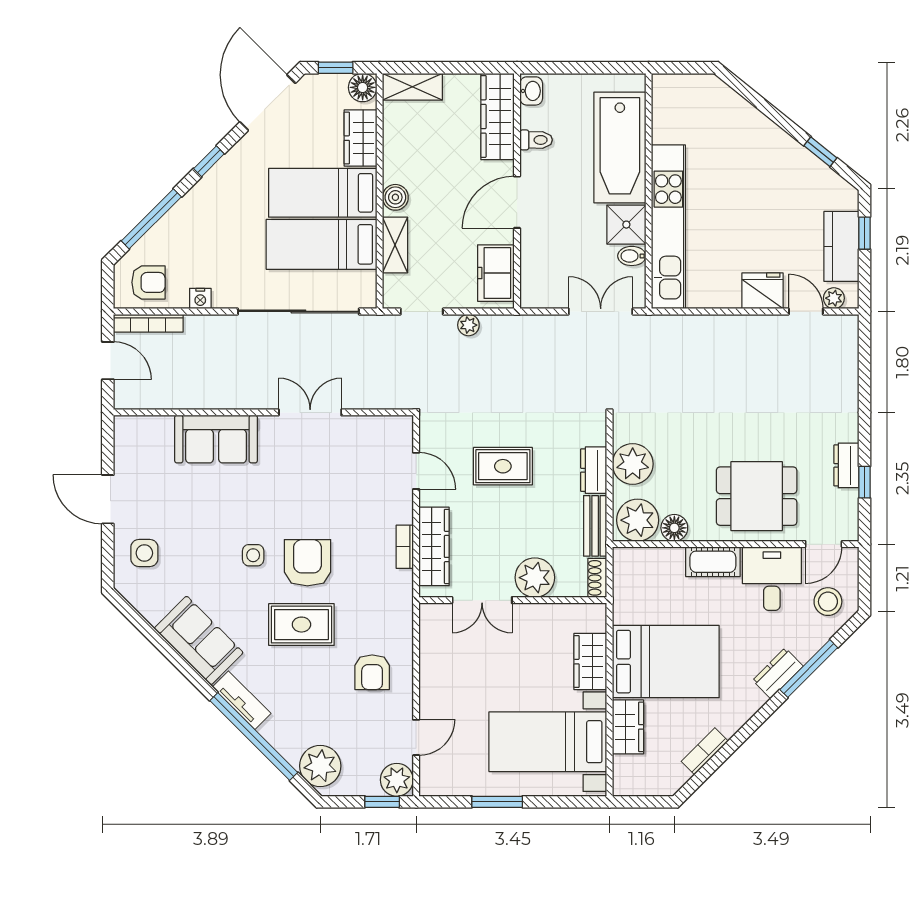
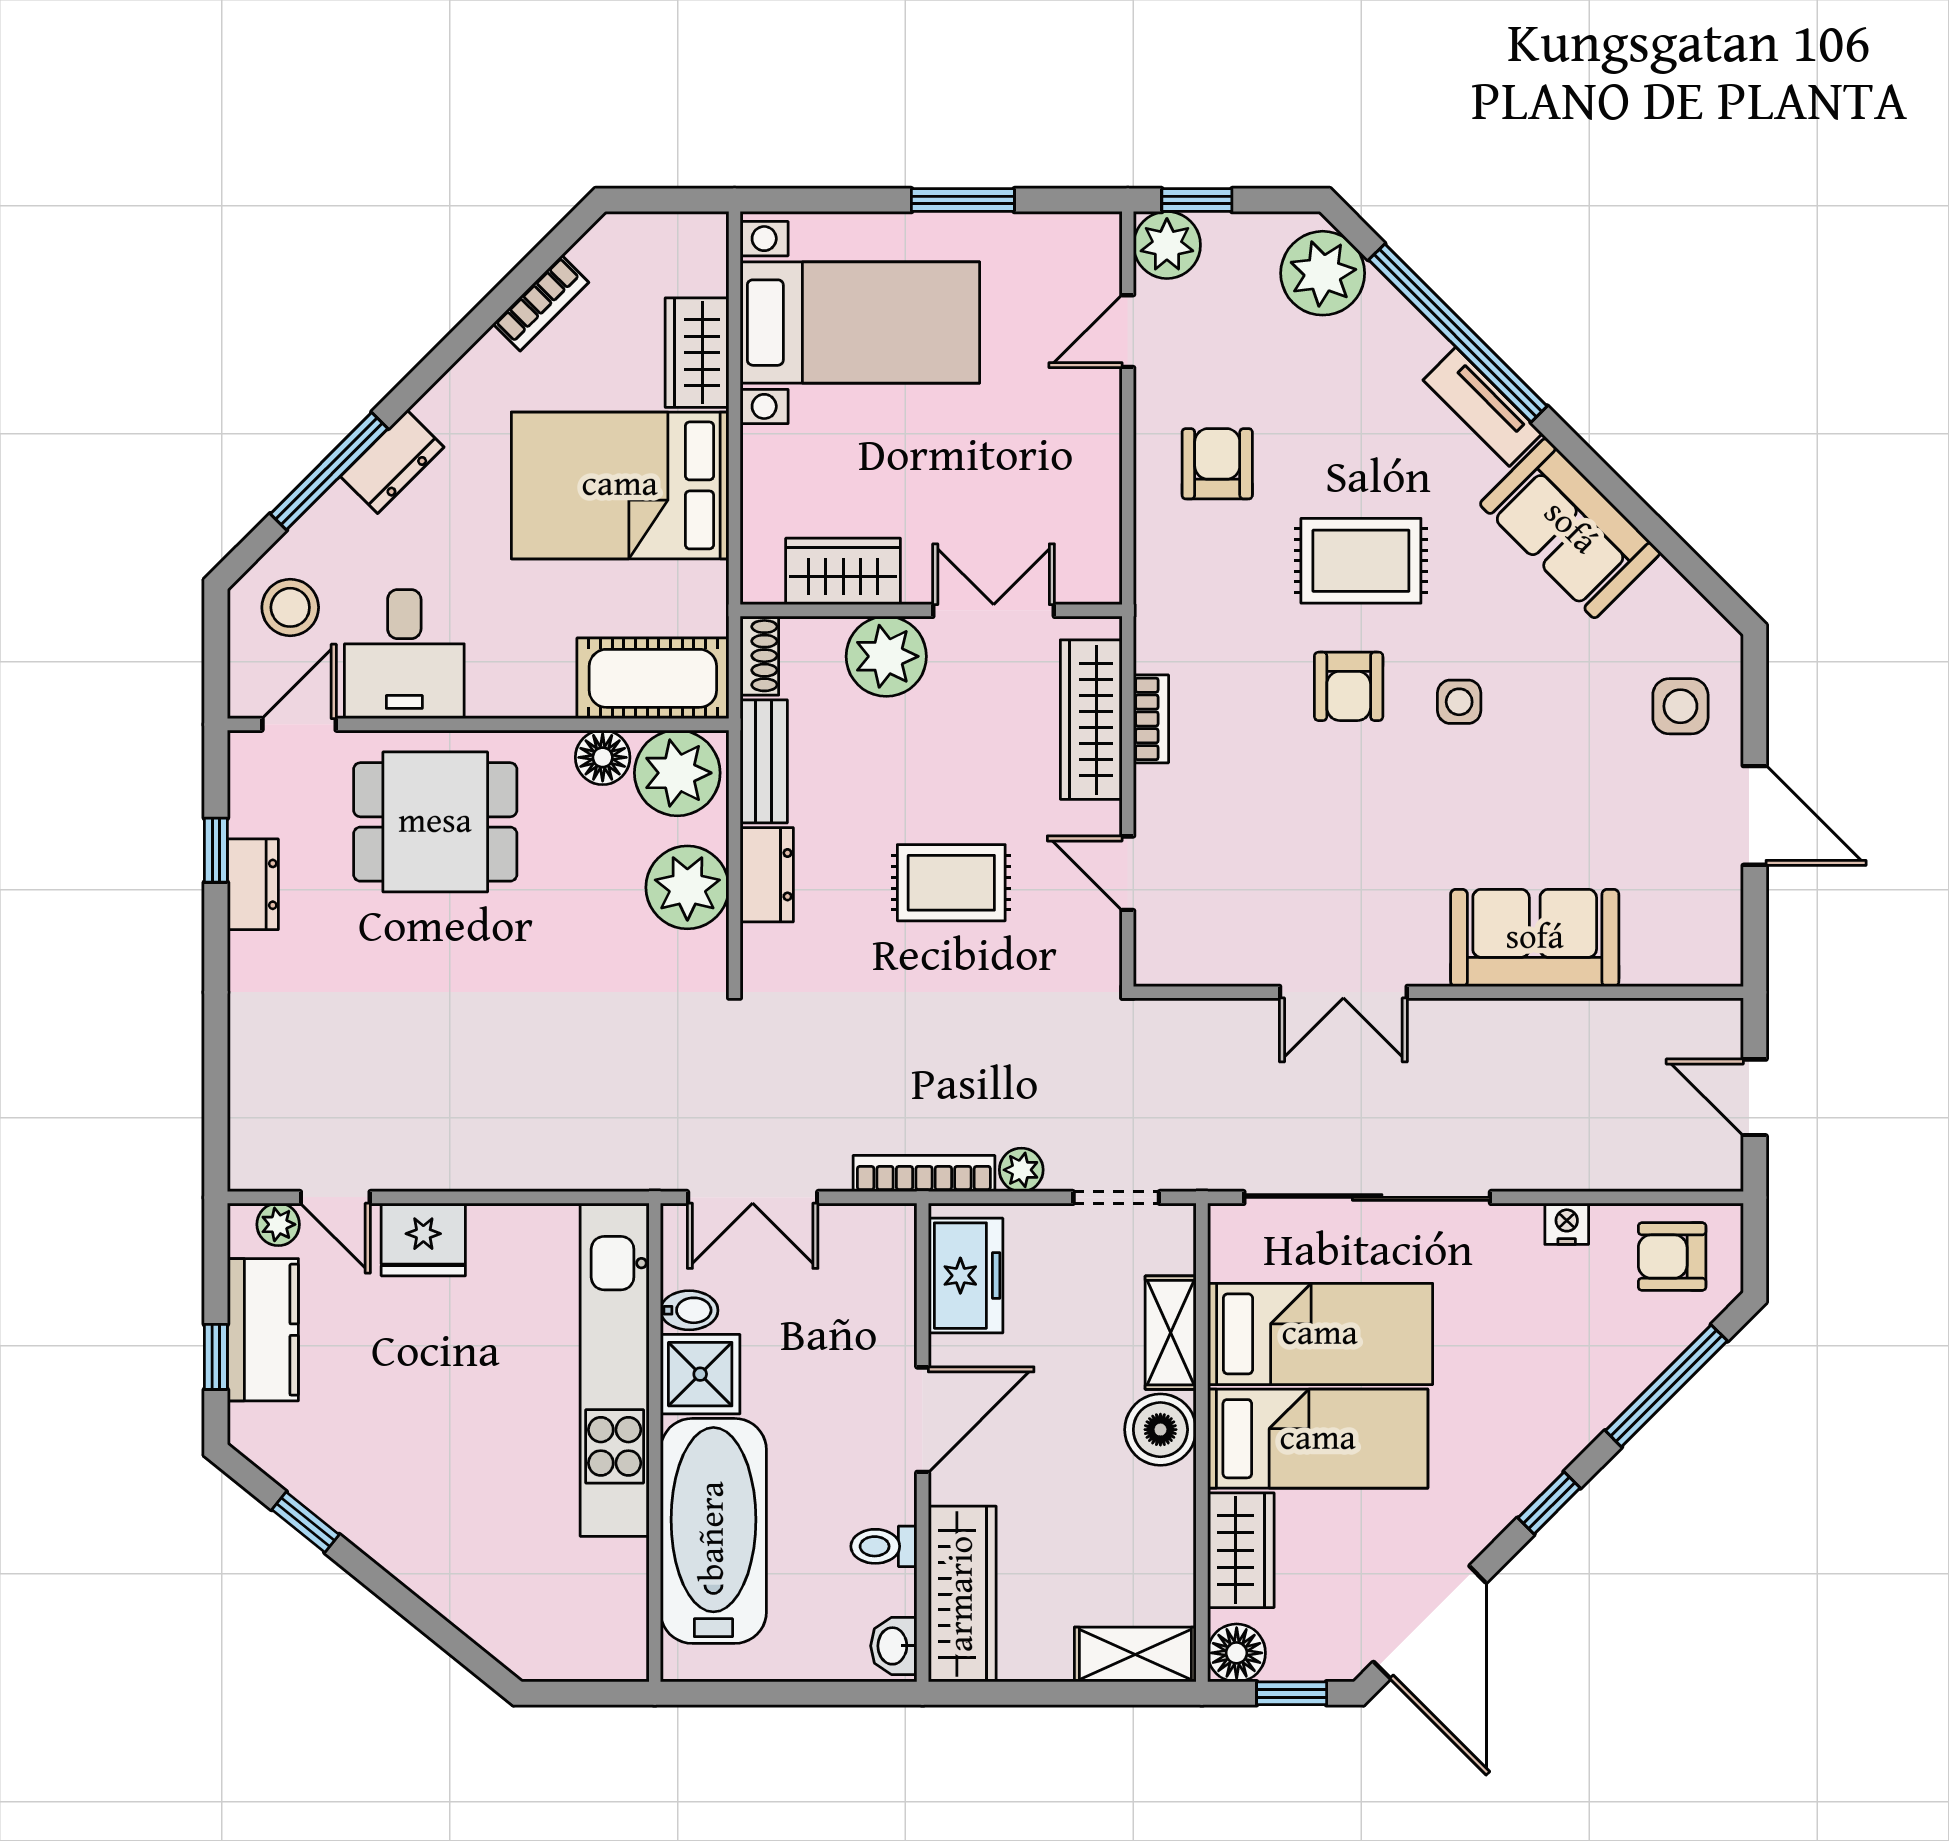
boiler: (395, 197) -> (1160, 1430), width x1.36, depth x1.36
bookcase: (148, 323) -> (924, 1174), moved
cot: (713, 562) -> (653, 678), moved, width x1.37, depth x1.34
armchair: (307, 563) -> (1349, 686), width x0.72, depth x0.72
wardrobe: (590, 662) -> (843, 571), moved, turned -90

